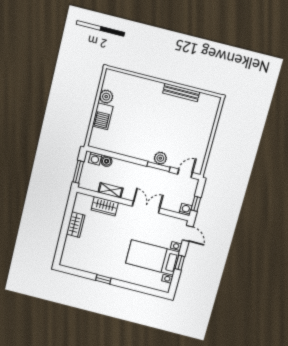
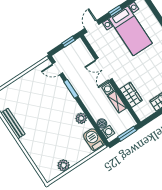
barbecue: (103, 116) -> (94, 140), moved, turned -90
plant: (160, 158) -> (81, 118), moved
washing machine: (186, 209) -> (108, 89), moved

